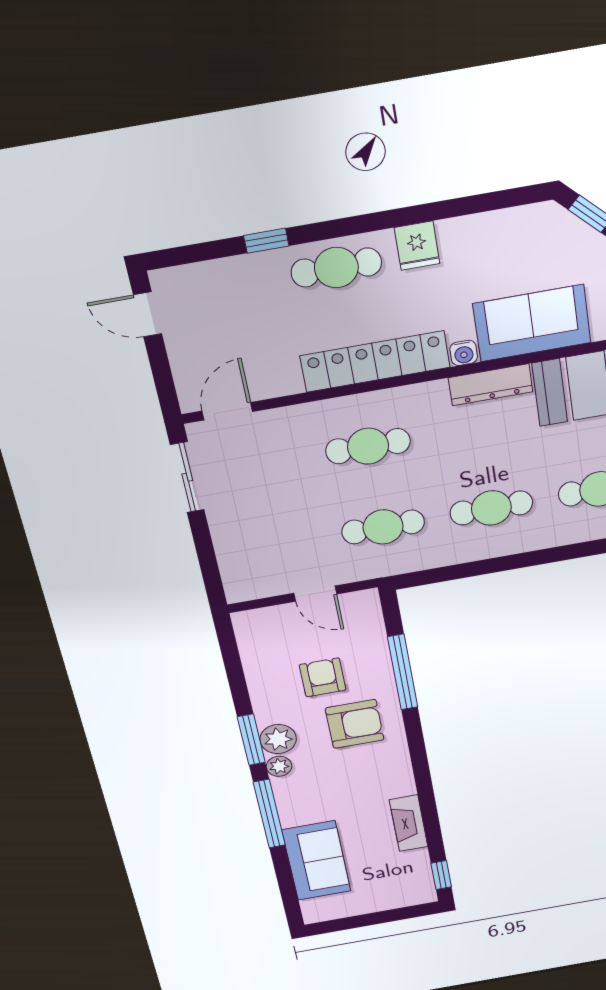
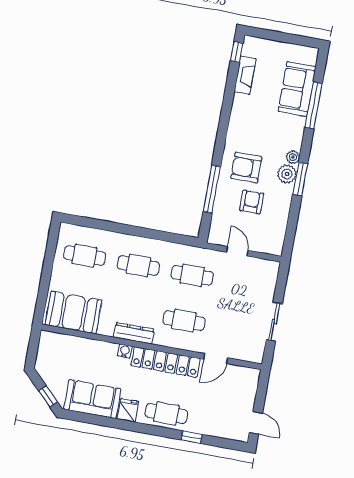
sofa: (532, 323) -> (92, 399), moved, turned 180
dresser: (491, 385) -> (134, 333), moved
door: (227, 411) -> (216, 359), moved
sliding door: (187, 477) -> (274, 322), moved
armchair: (323, 677) -> (252, 202), turned 180
window: (269, 814) -> (314, 105), moved
fireplace: (409, 823) -> (245, 75), moved

